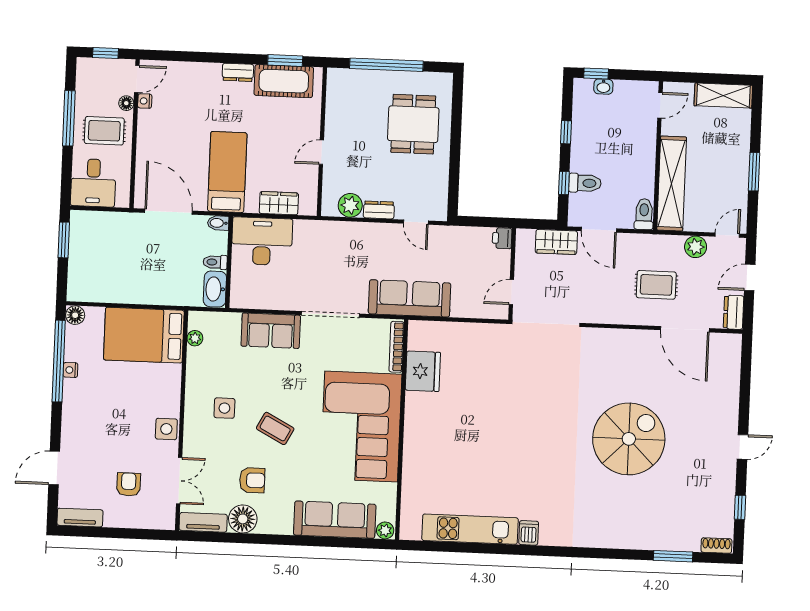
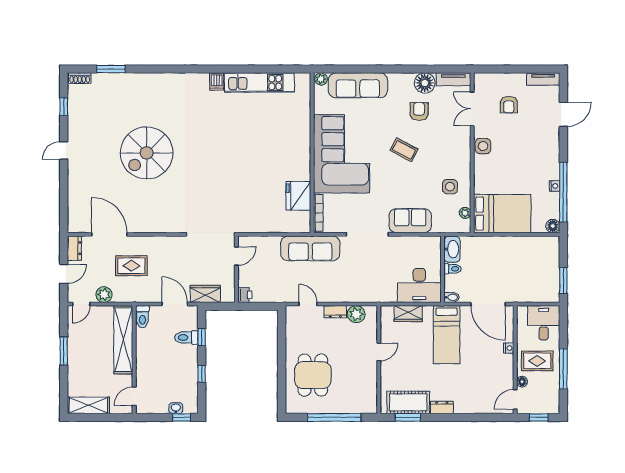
nightstand: (145, 101) -> (509, 348), moved
side table: (224, 408) -> (450, 187), moved
armchair: (252, 480) -> (419, 111), turned 90

